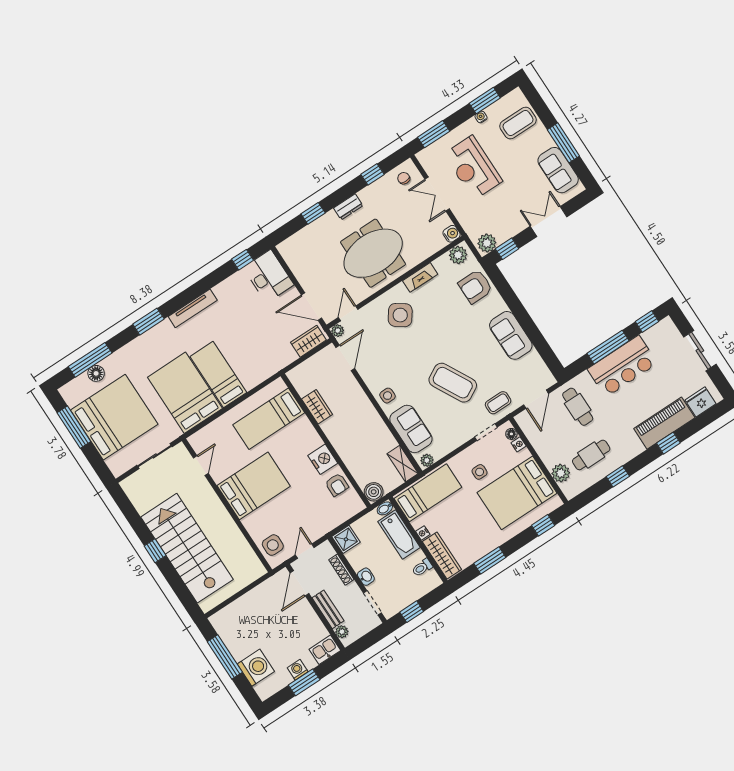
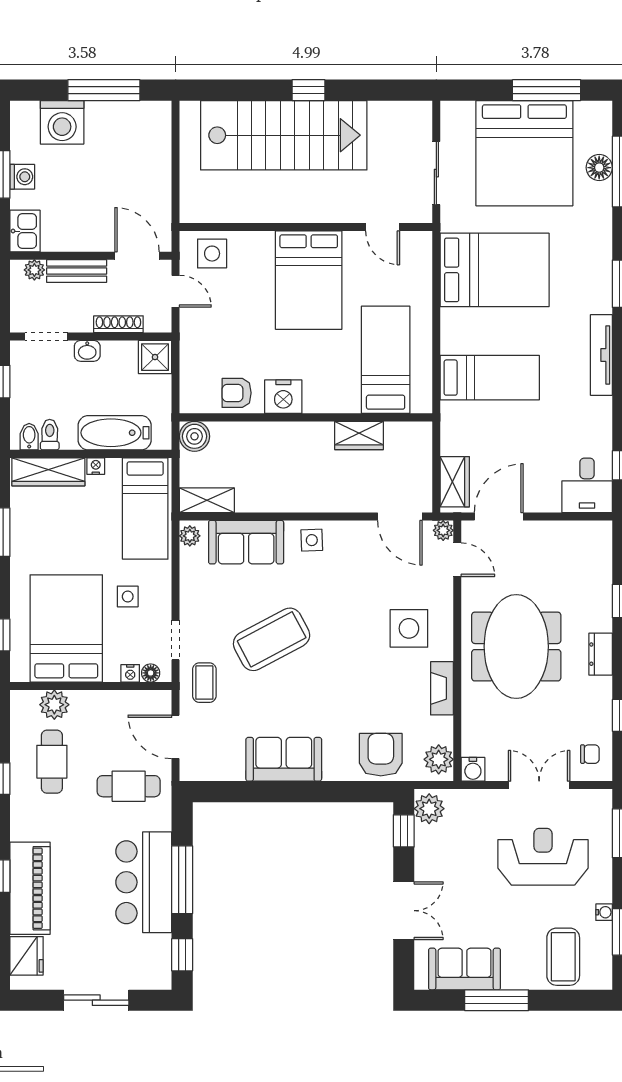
desk: (268, 276) -> (587, 485), width x0.73
side table: (400, 315) -> (409, 628), turned -35
bed: (218, 374) -> (490, 378), moved
bidet: (385, 508) -> (29, 437), moved

